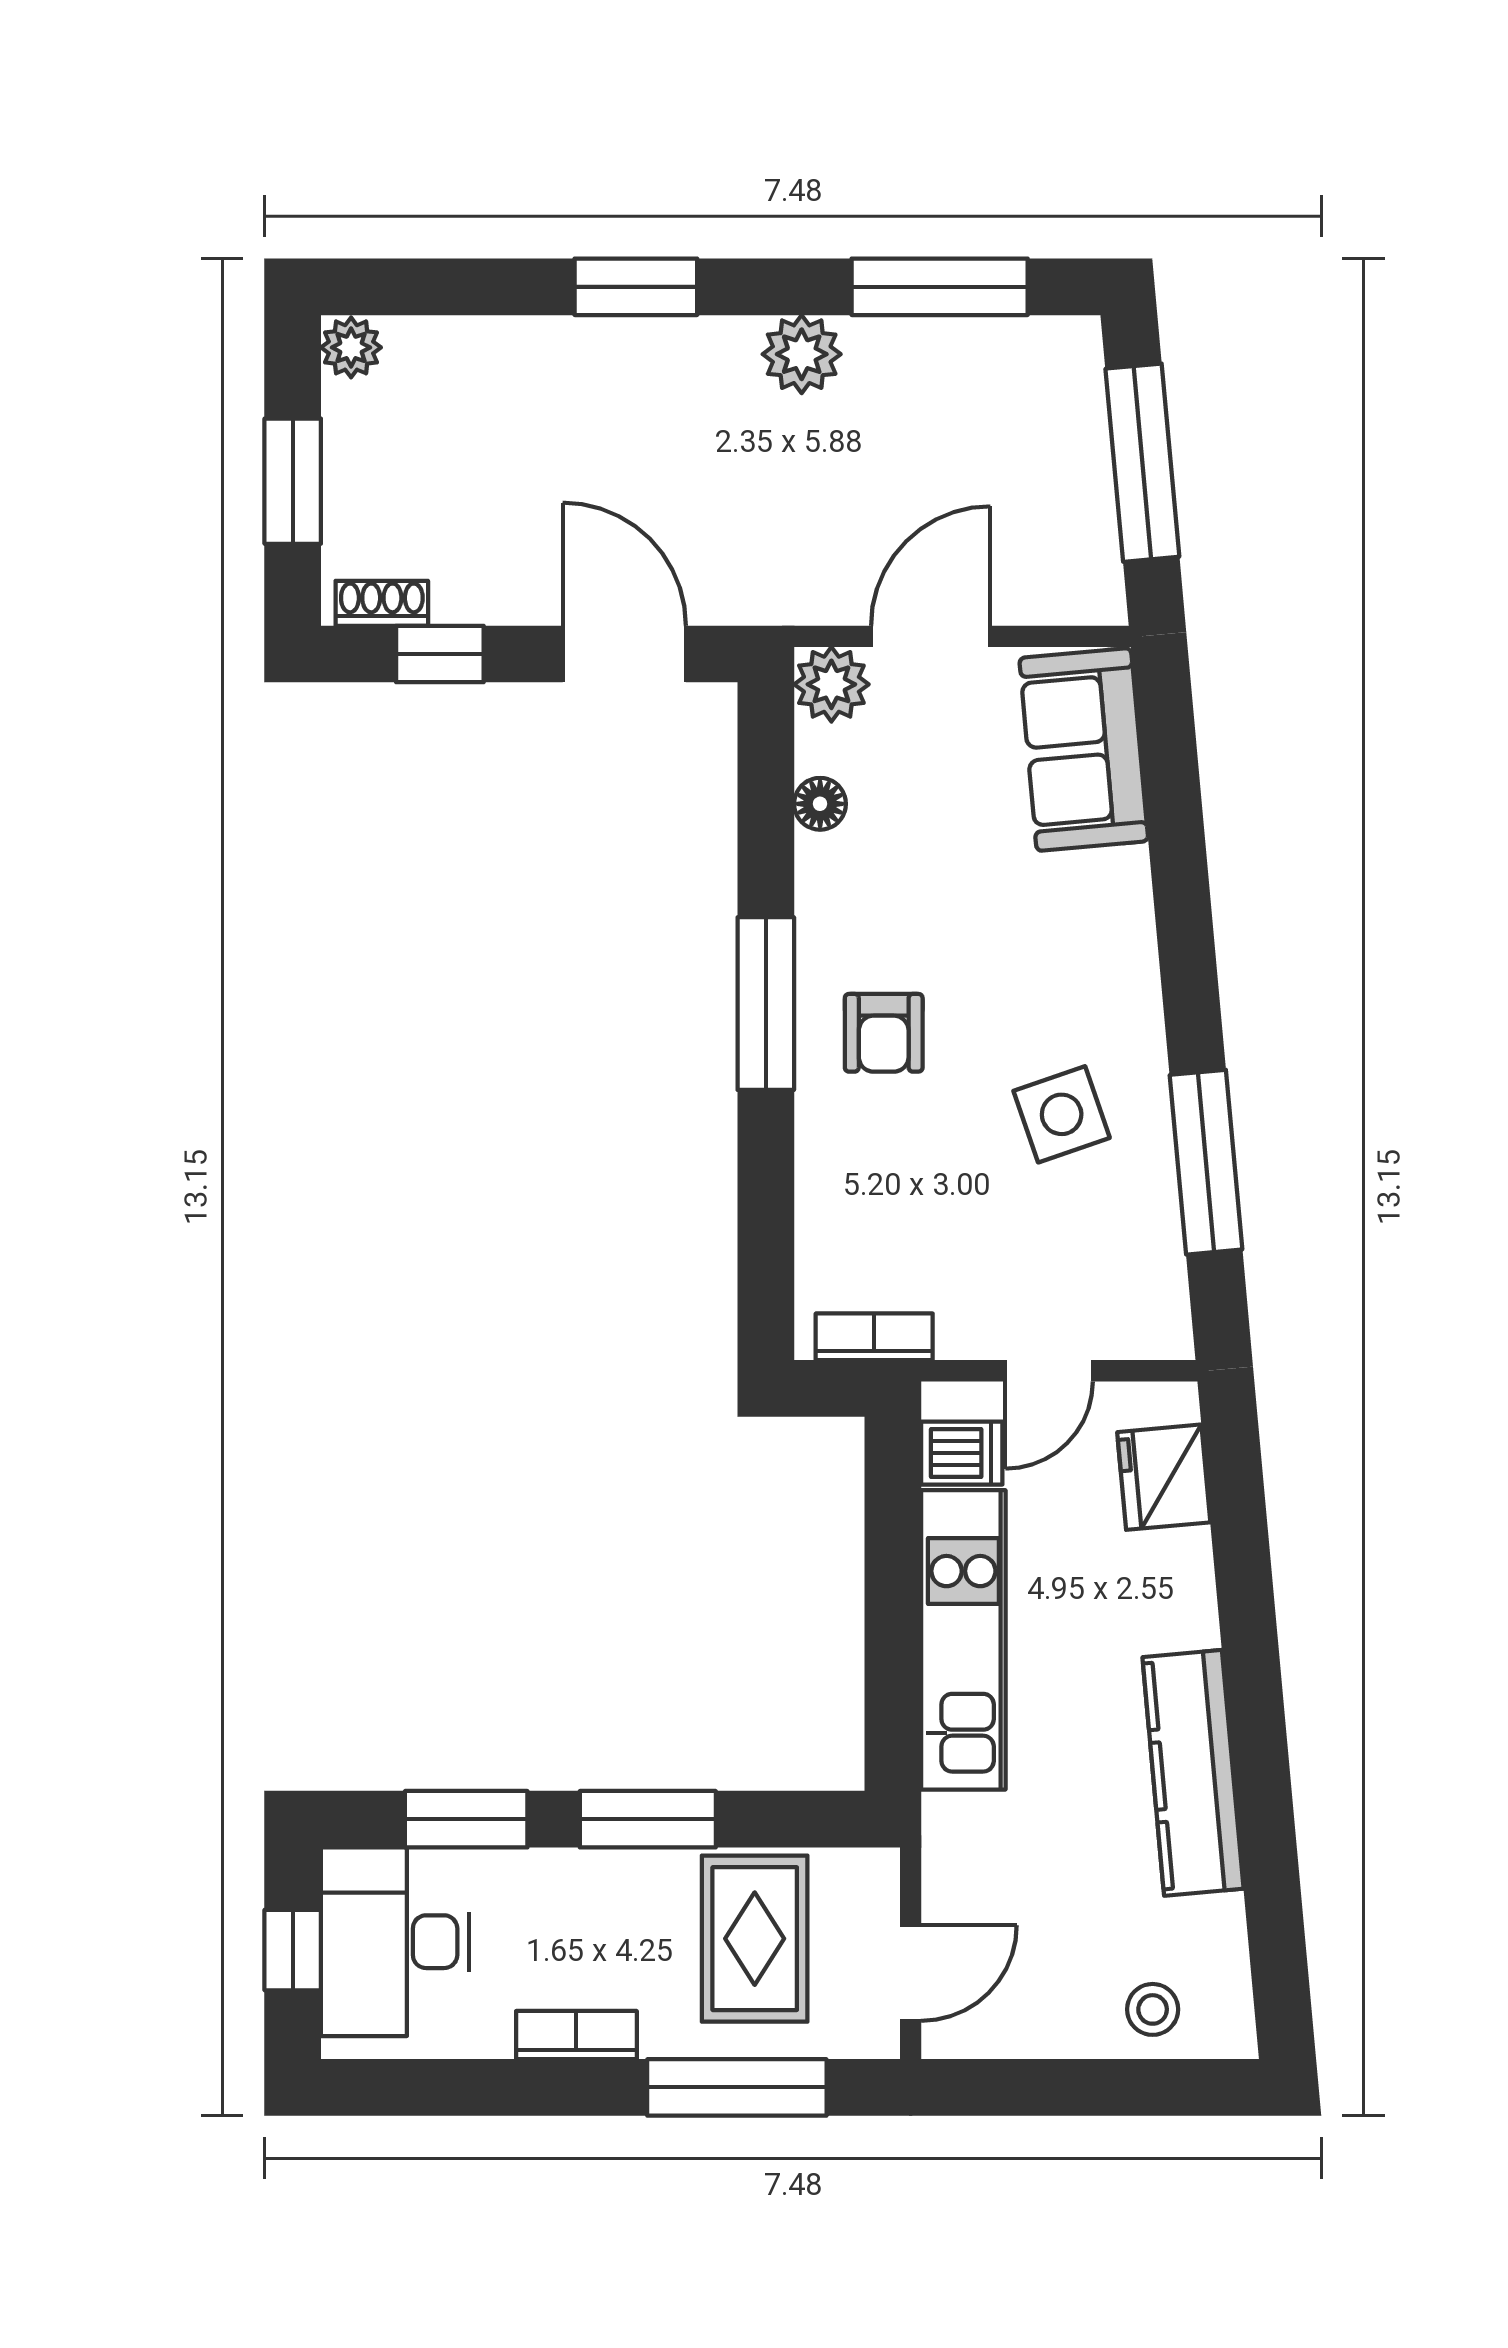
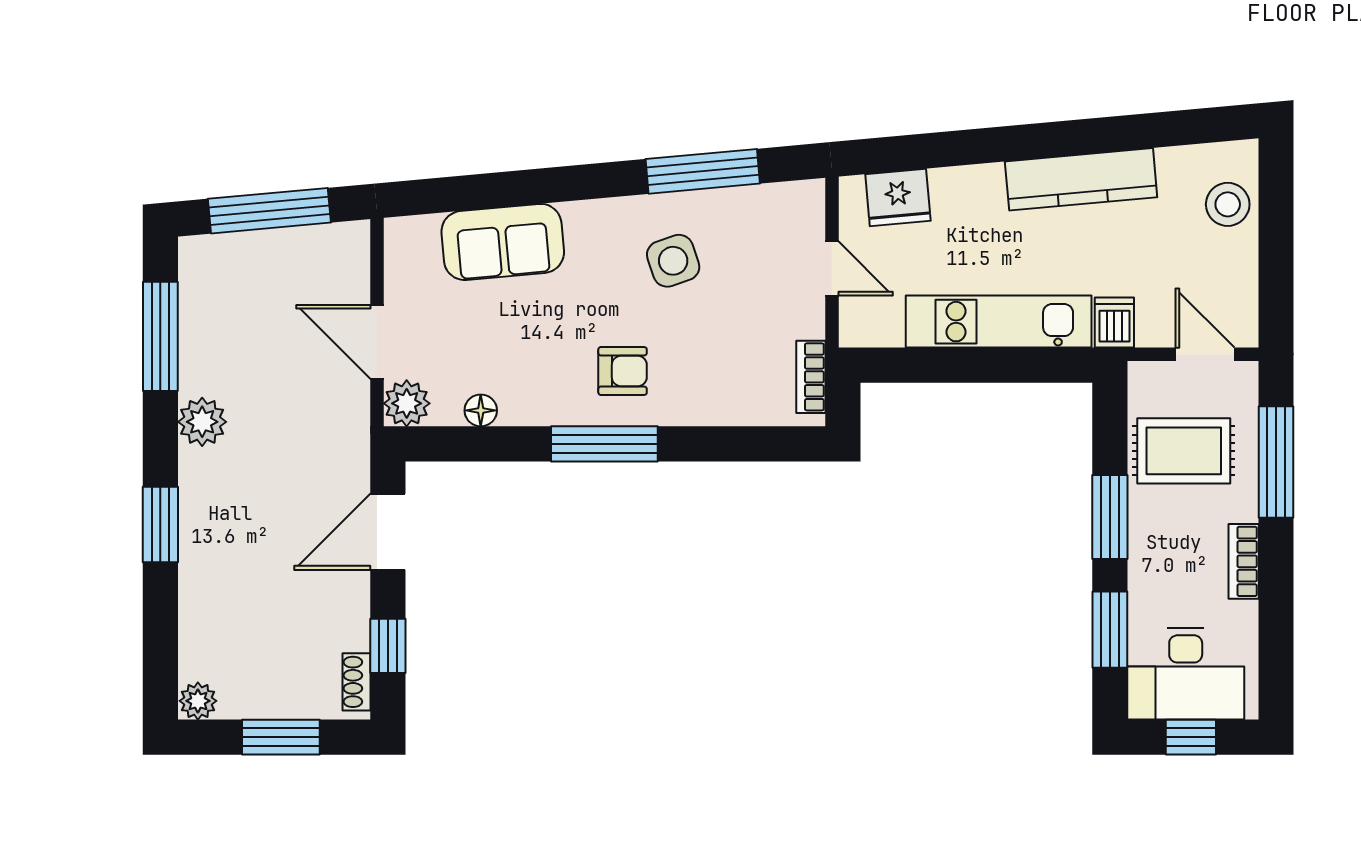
sofa: (1084, 750) -> (503, 242), moved
dishwasher: (962, 1453) -> (1114, 323), moved
stool: (1153, 2009) -> (1228, 204), width x1.37, depth x1.37

